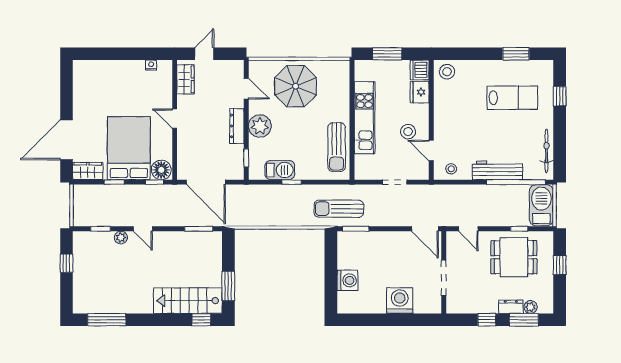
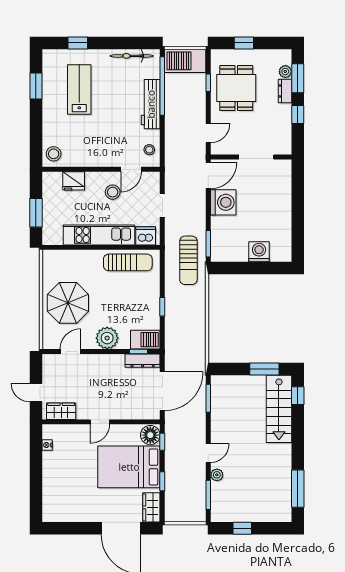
dishwasher: (420, 70) -> (146, 236), moved, turned 180
dresser: (237, 126) -> (143, 361), moved
barbecue: (280, 170) -> (145, 340), moved, turned 90
window: (101, 229) -> (208, 495), width x1.50
washing machine: (400, 301) -> (223, 202), moved, turned 180

